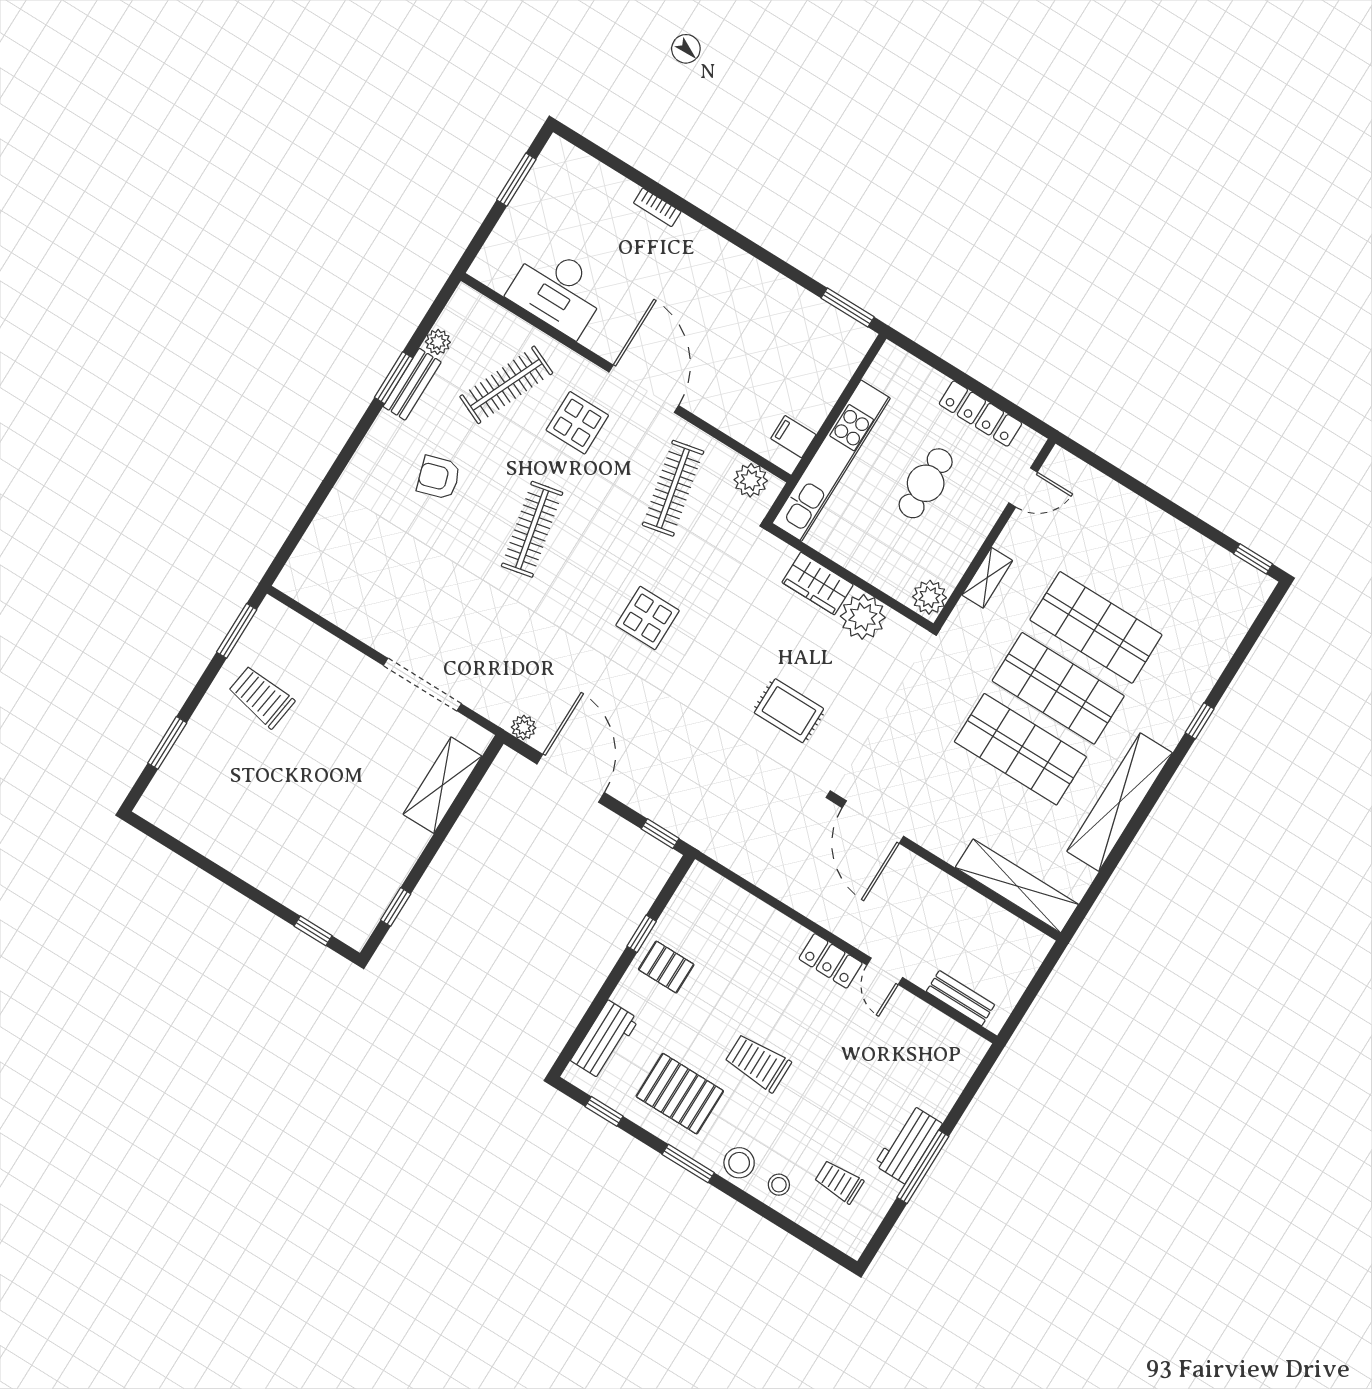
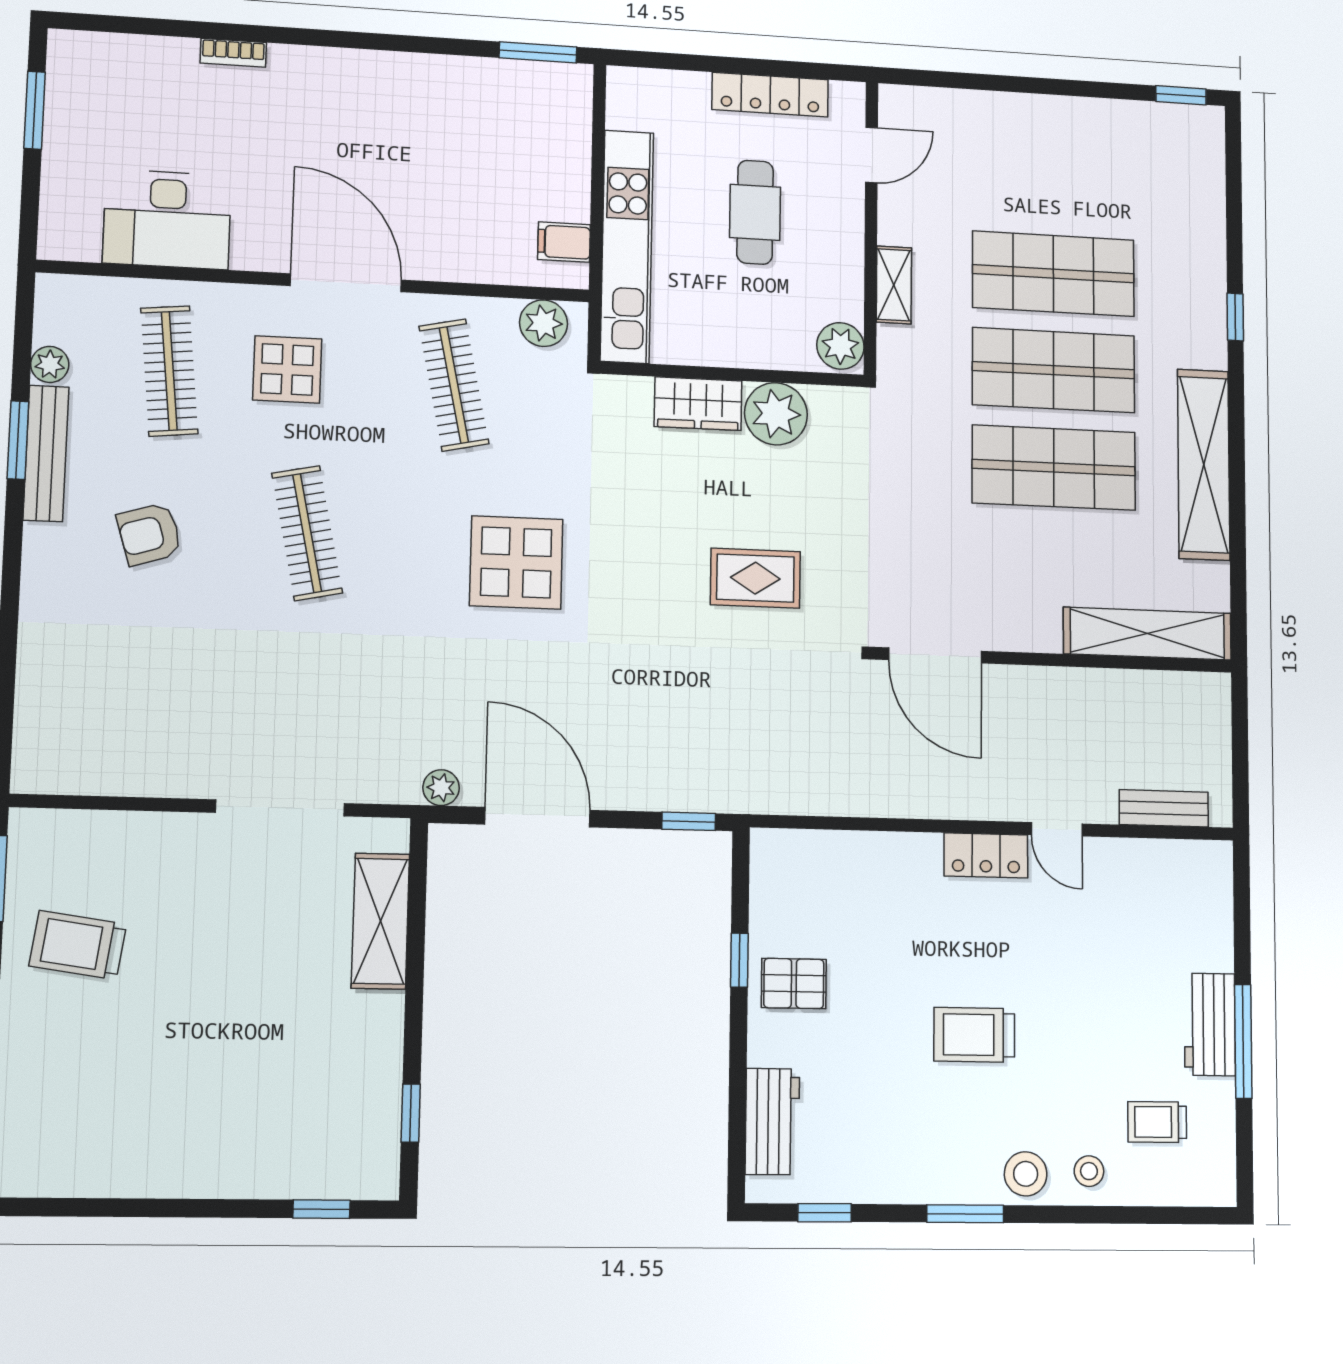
bench: (412, 384) -> (46, 453), width x1.36
clothes rail: (506, 385) -> (169, 371), turned -30
display table: (648, 618) -> (516, 562), width x1.36, depth x1.36
pallet: (680, 1094) -> (904, 1132), removed

